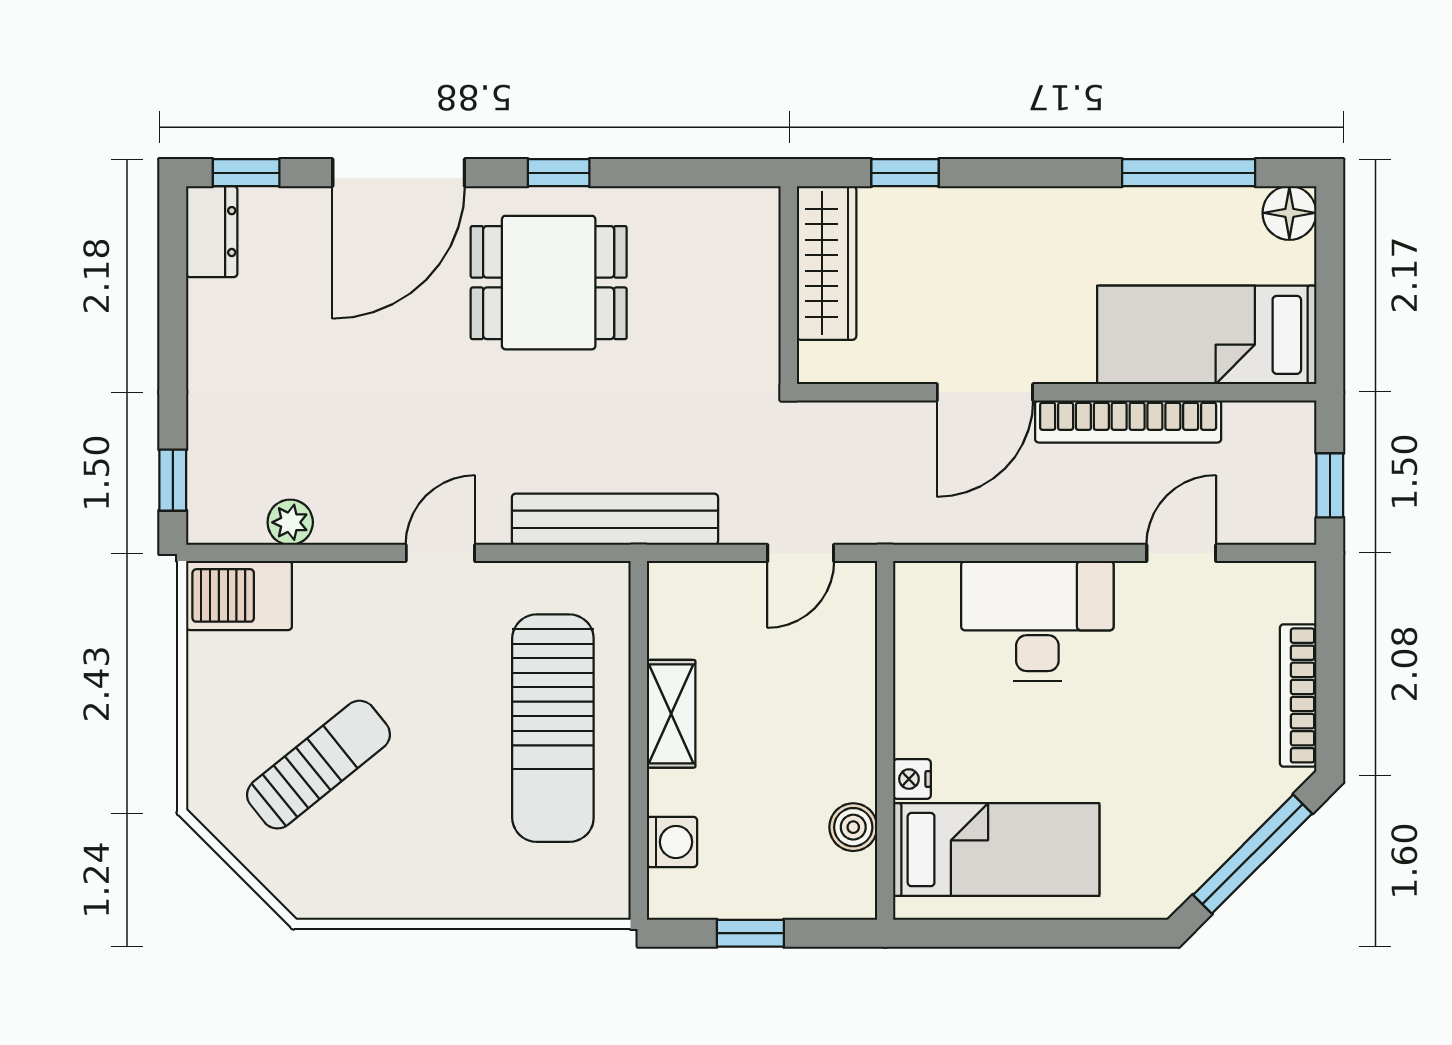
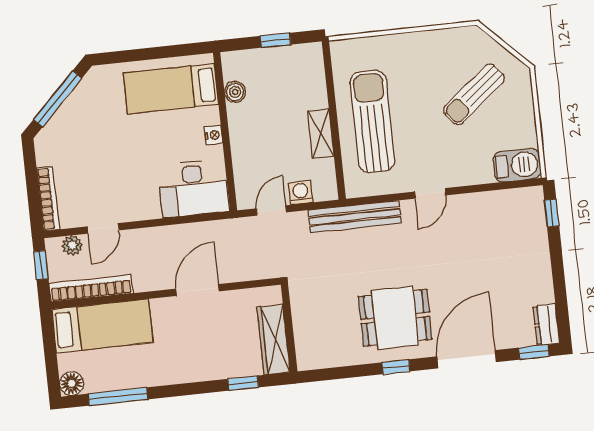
bookcase: (1128, 421) -> (91, 288), moved
plant: (290, 522) -> (72, 245), moved
desk: (1037, 621) -> (194, 188), moved
bookcase: (1298, 695) -> (48, 199), moved
nightstand: (912, 779) -> (213, 135), moved
washing machine: (672, 842) -> (301, 192), moved, turned 90

